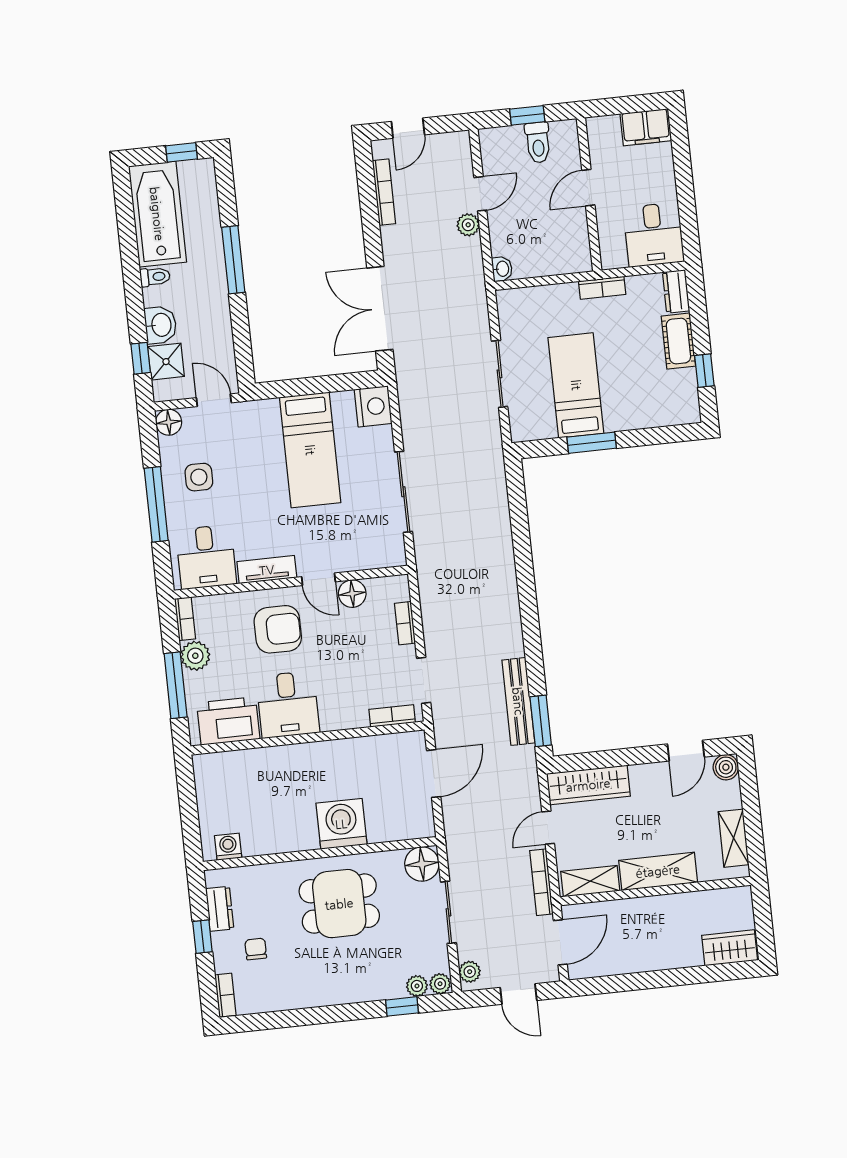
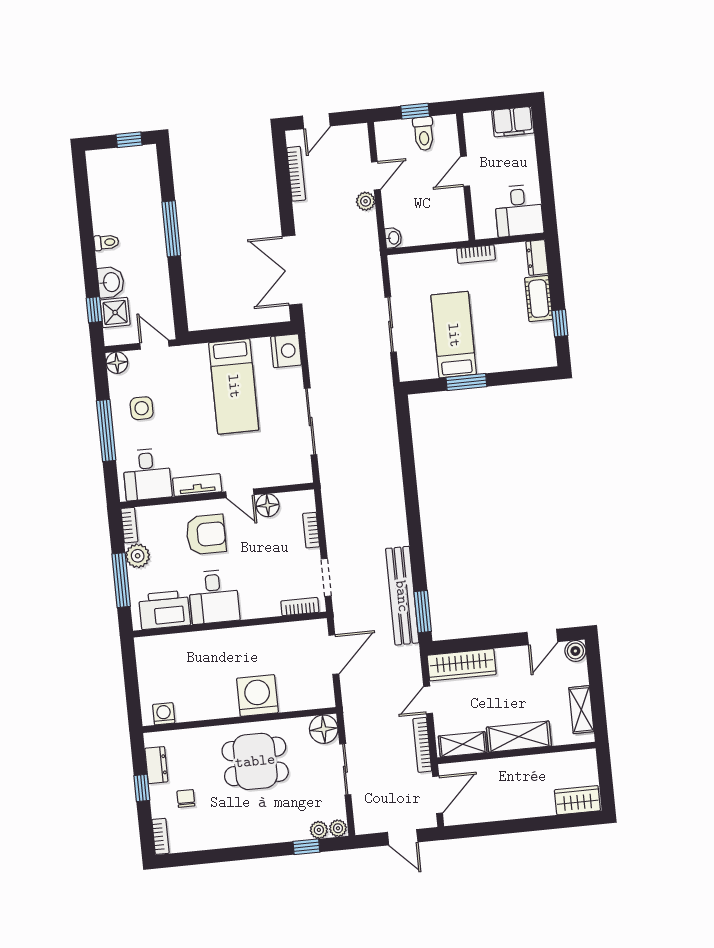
bathtub: (157, 214) -> (109, 191), removed
bench: (518, 701) -> (402, 596), width x1.37, depth x1.21
plant: (470, 972) -> (363, 818), removed

